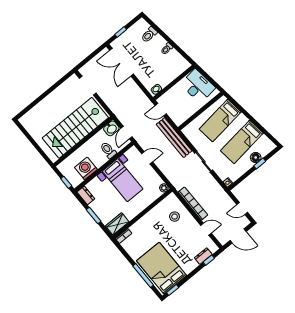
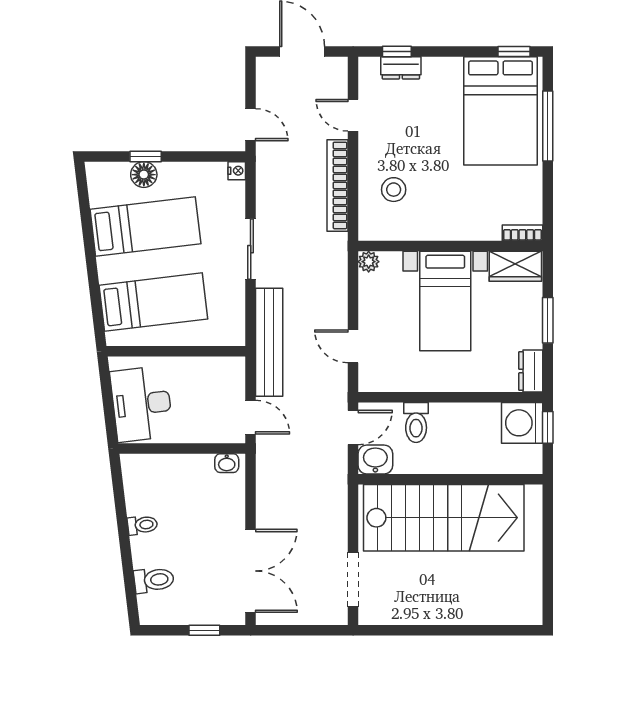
washing machine: (86, 168) -> (522, 423), moved, turned 90
bed with nightstands: (123, 180) -> (445, 301), moved, turned 180
door: (242, 209) -> (251, 125), moved

